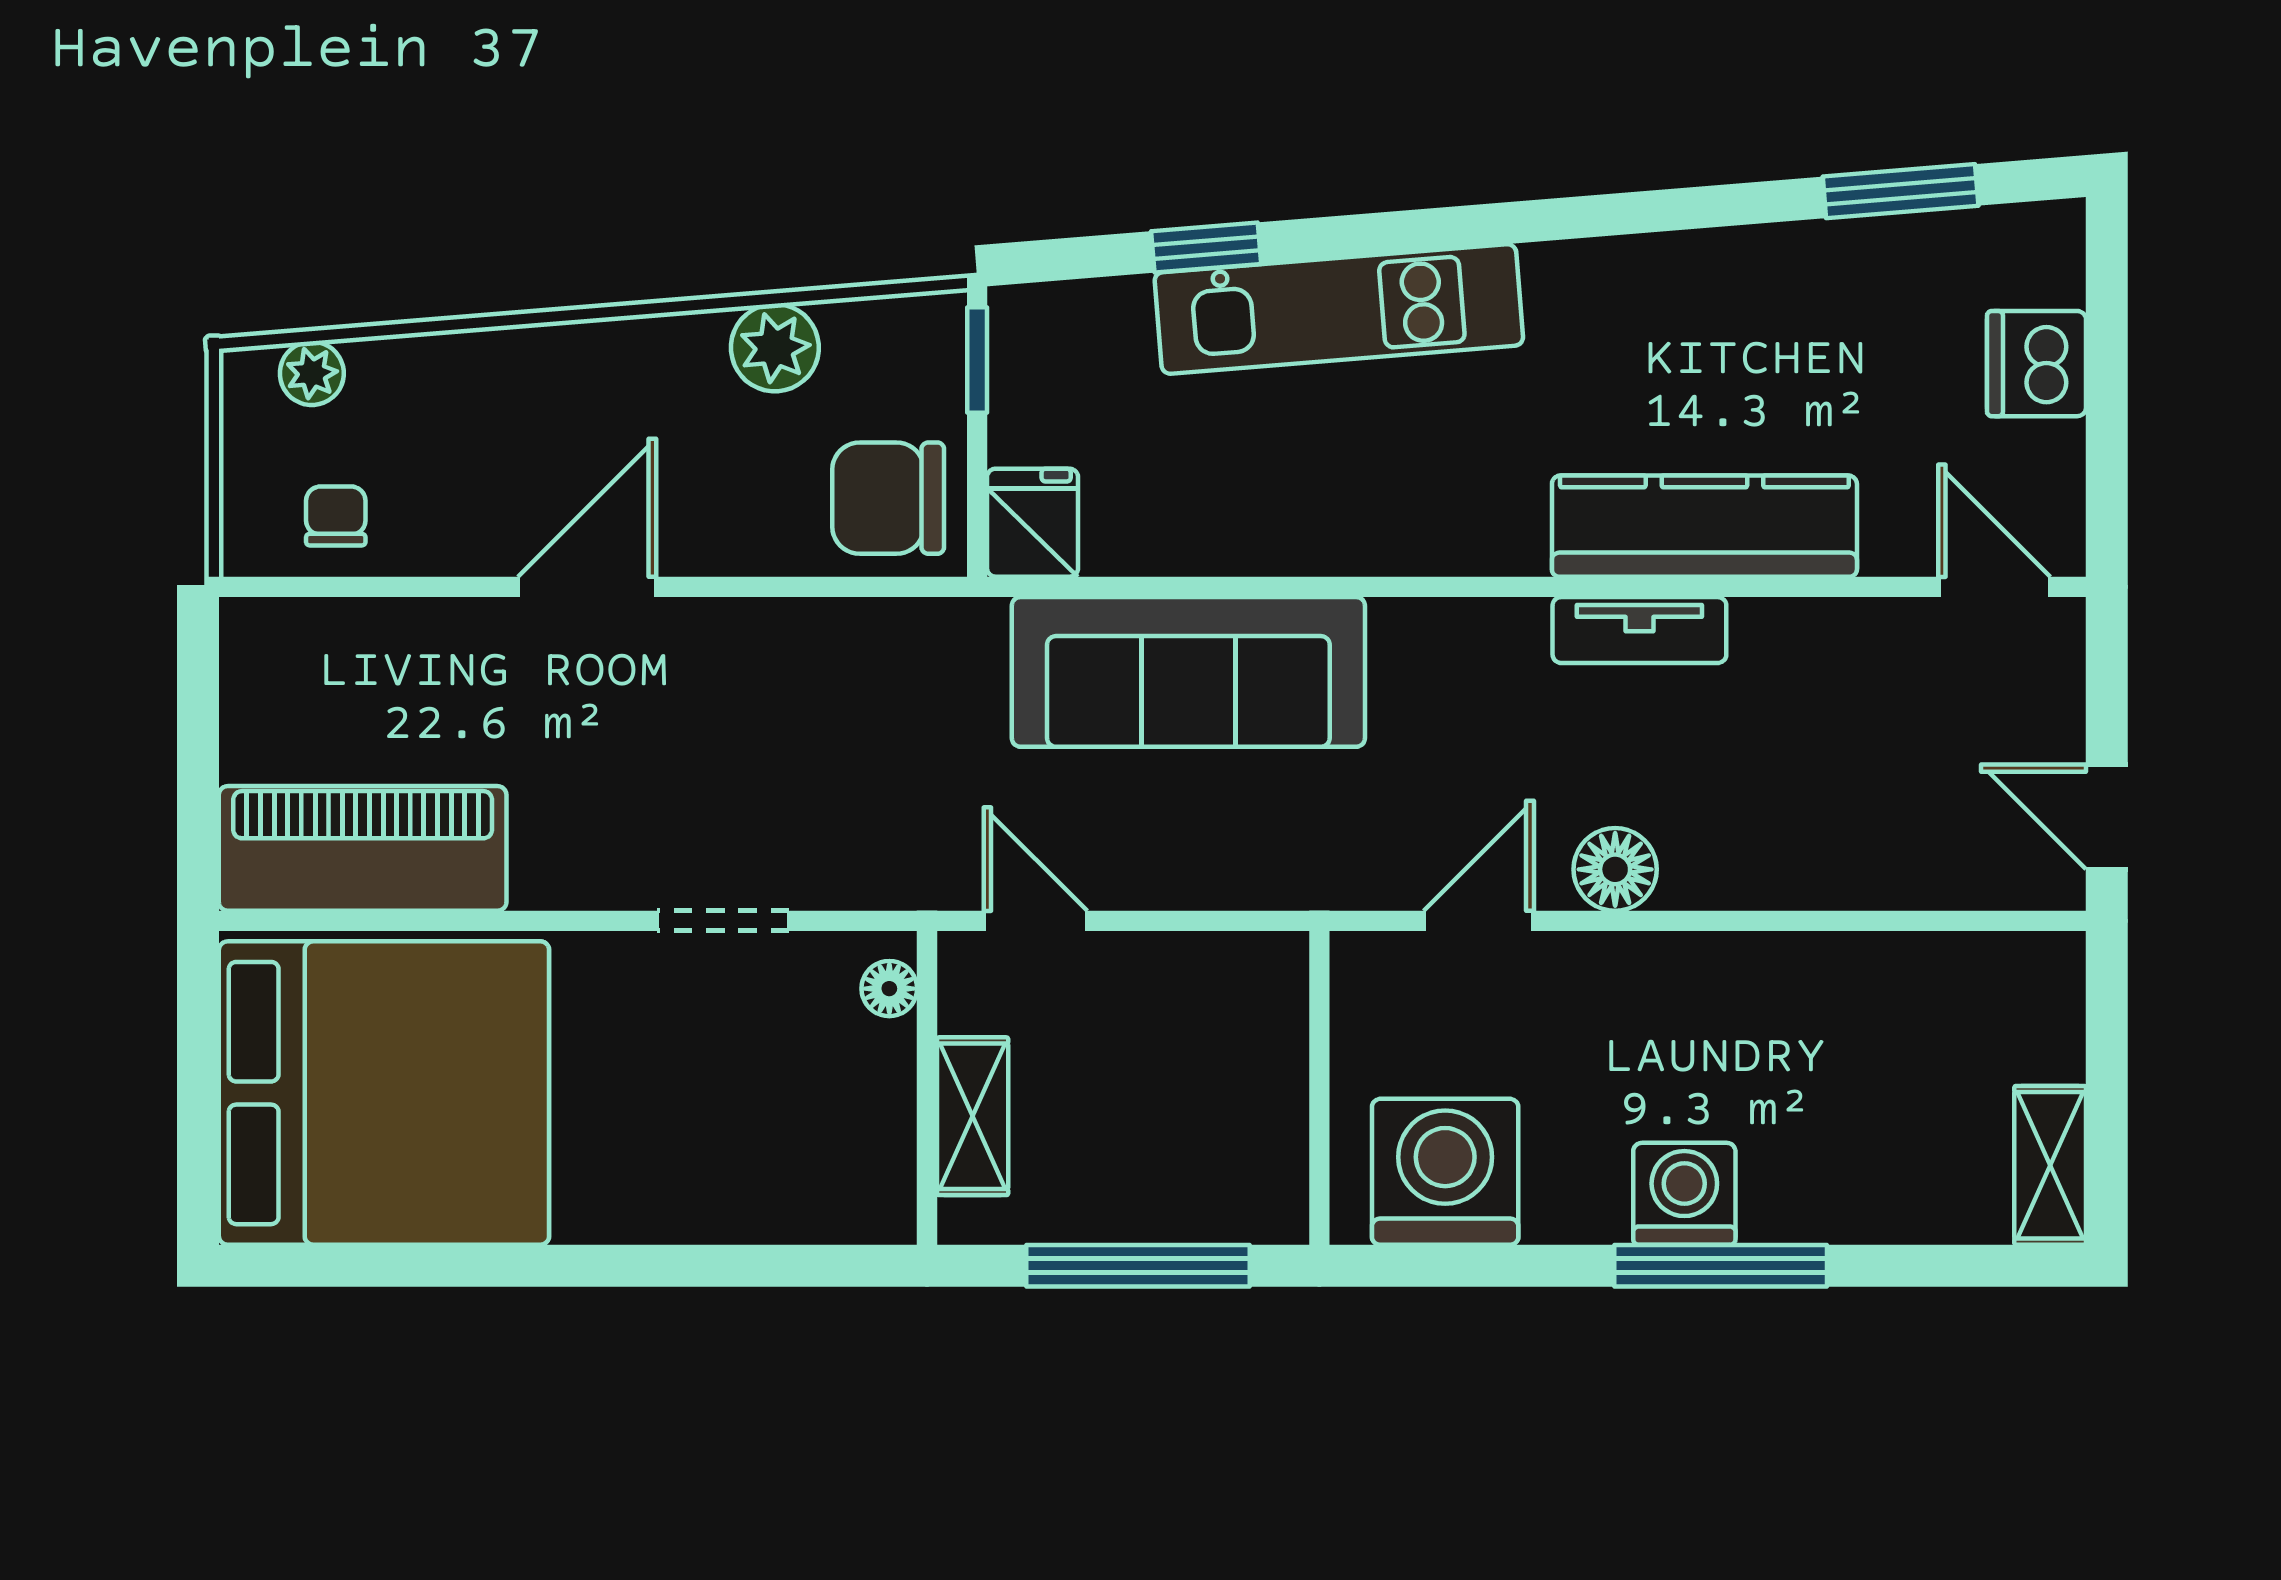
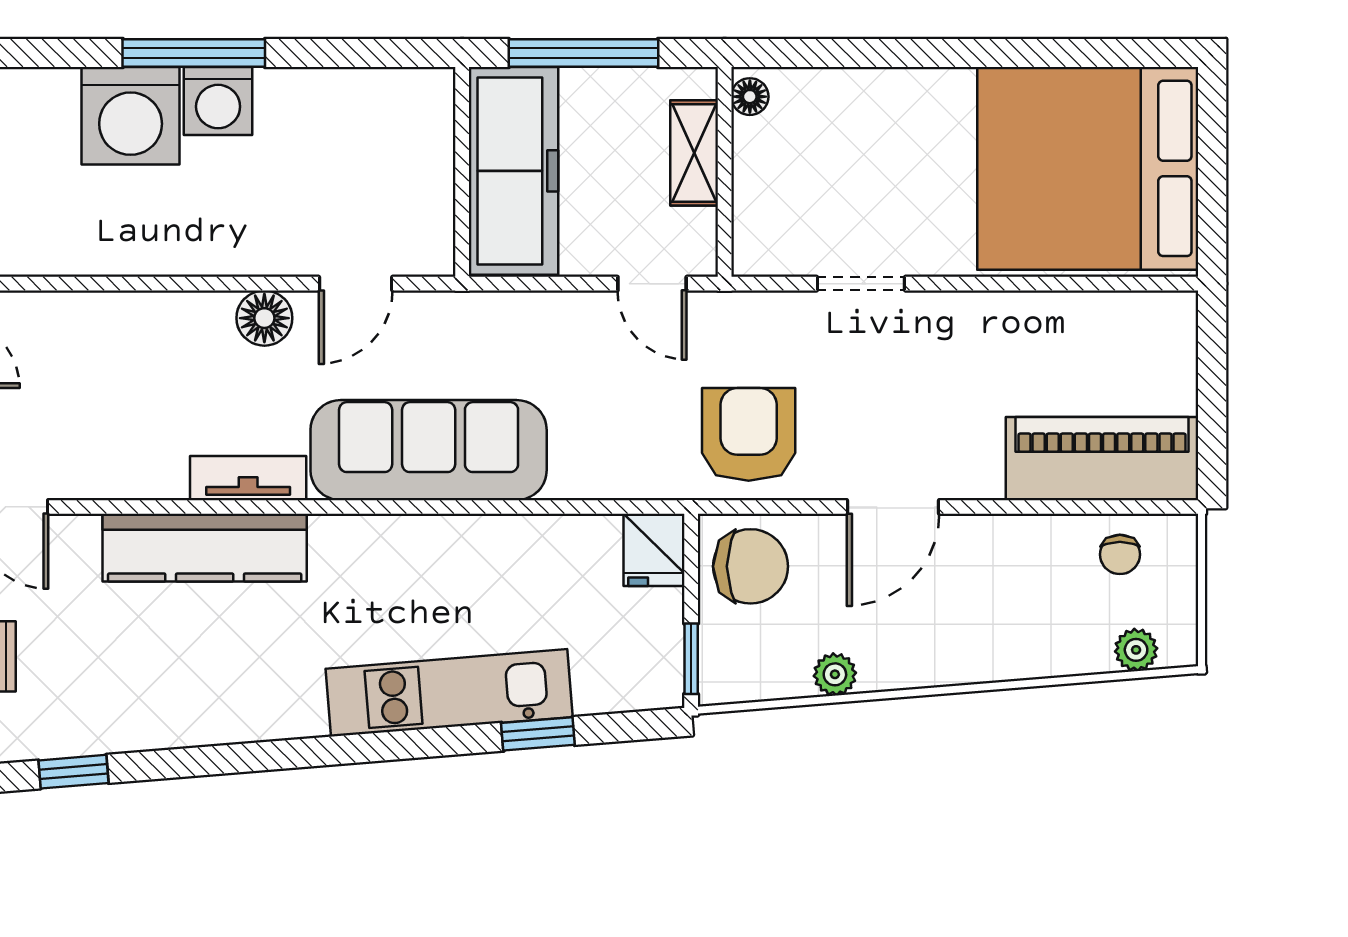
window: (1901, 191) -> (73, 772), width x0.67
plant: (775, 348) -> (835, 674), width x0.73, depth x0.73
door: (587, 587) -> (893, 507), moved
sofa: (1188, 672) -> (429, 450), moved
armchair: (891, 695) -> (749, 434), added
piano: (363, 848) -> (1102, 459), moved, turned 180
floor lamp: (889, 989) -> (750, 97), moved
freezer: (1243, 1089) -> (513, 171), added
washing machine: (1445, 1172) -> (131, 116), moved

